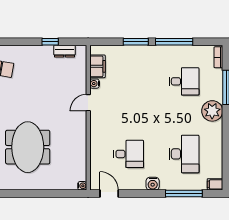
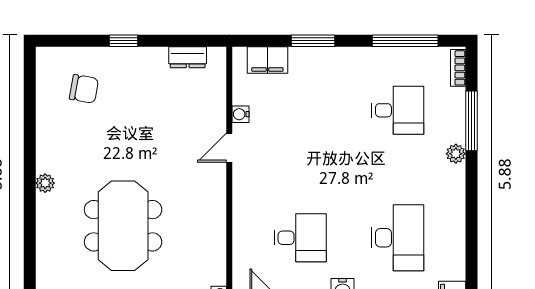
window: (50, 42) -> (123, 41), moved
window: (174, 42) -> (405, 41), moved
filing cabinet: (97, 66) -> (267, 60), moved, turned 90
plant: (212, 111) -> (456, 154), width x0.53, depth x0.53

